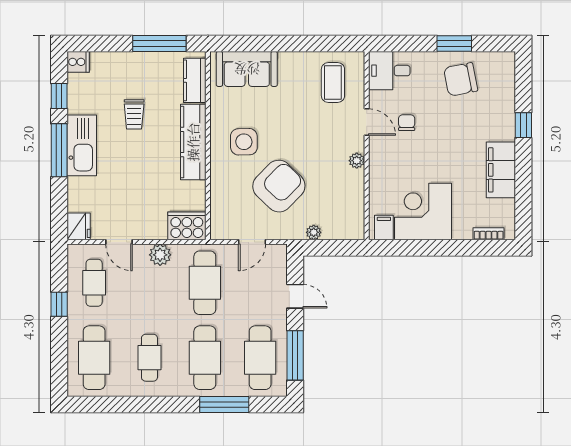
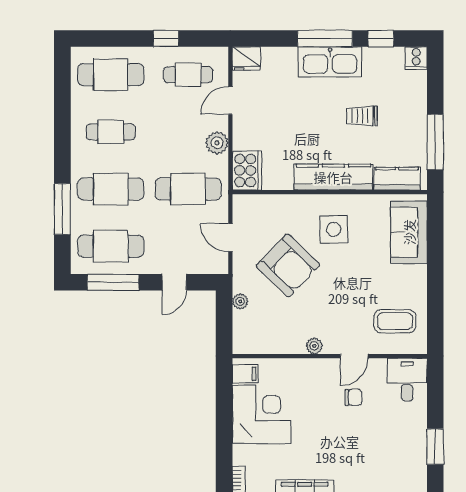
chair: (461, 79) -> (398, 453), removed

